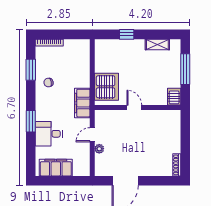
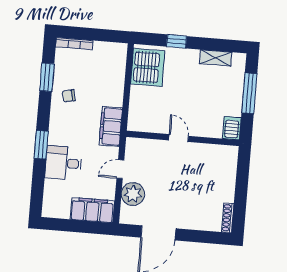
server rack: (107, 87) -> (148, 67), moved
plant: (99, 149) -> (133, 194), width x1.87, depth x1.87
filing cabinet: (56, 168) -> (92, 210), moved

